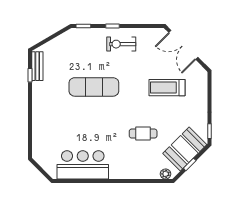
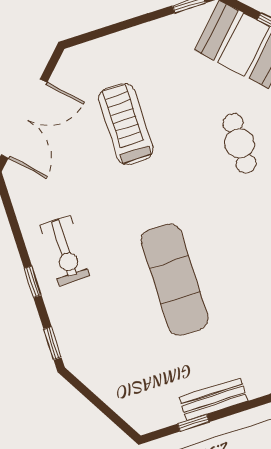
bench: (37, 66) -> (213, 399), moved
treadmill: (167, 88) -> (126, 124), turned 180

